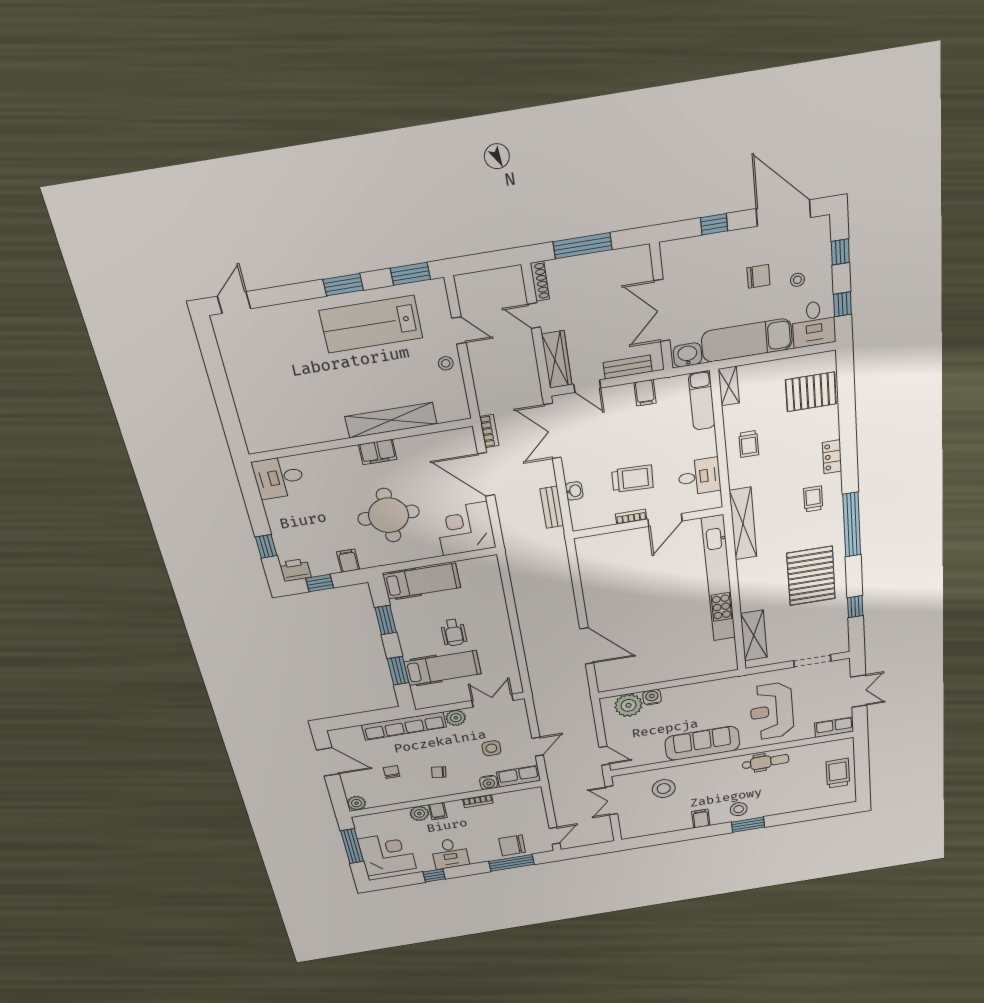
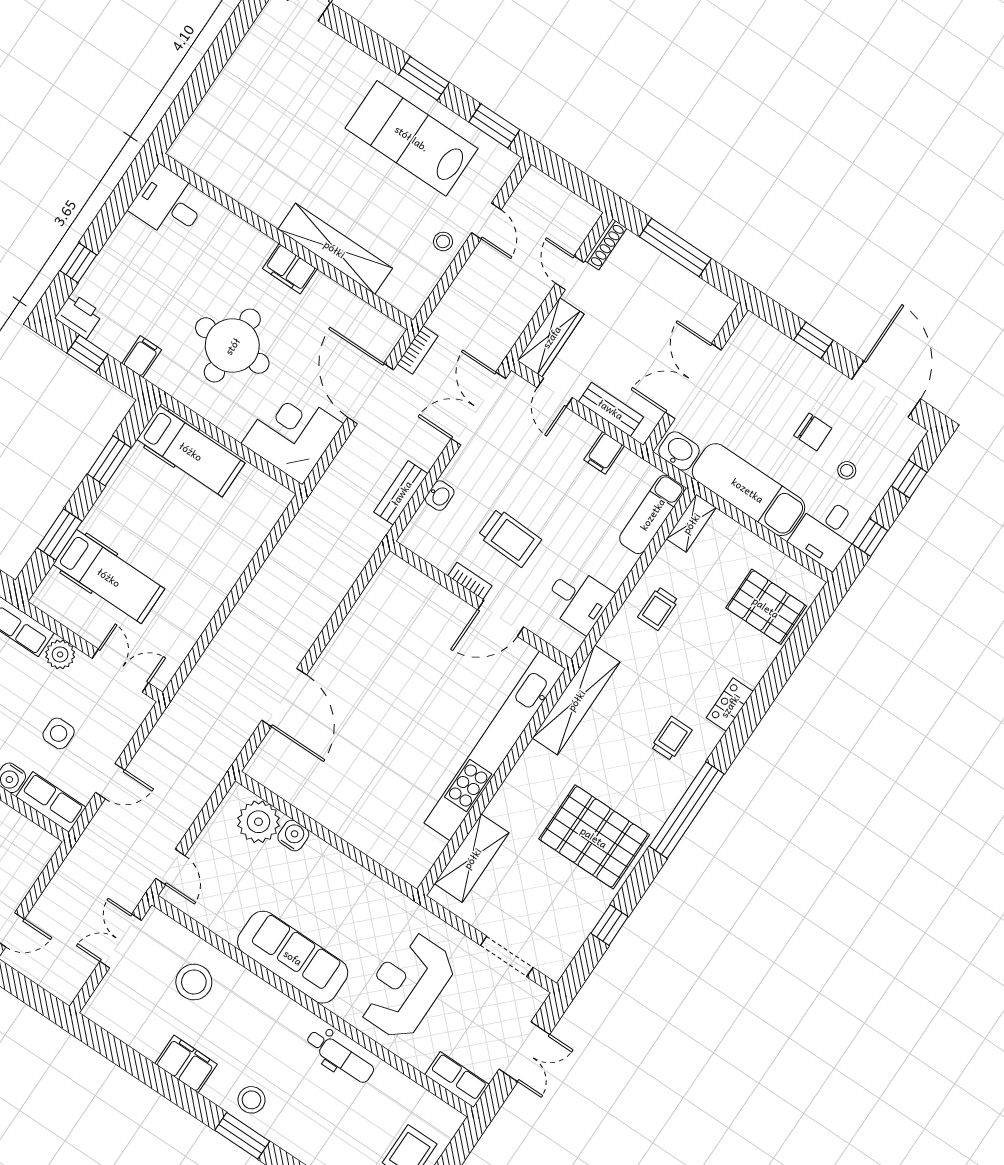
pallet: (811, 576) -> (594, 837), turned 90
wheelchair: (454, 632) -> (163, 544), removed
filing cabinet: (701, 819) -> (186, 1064), width x2.00

